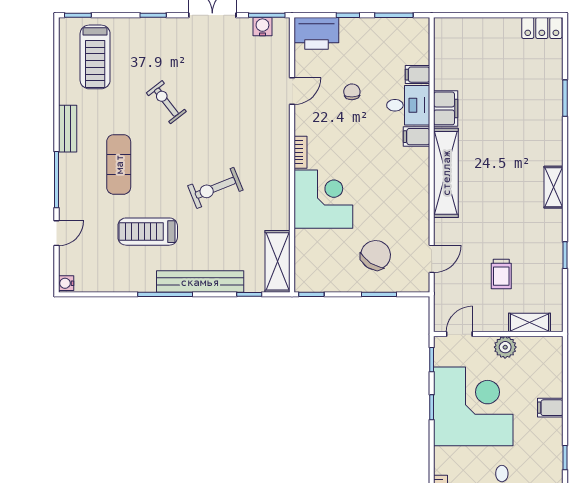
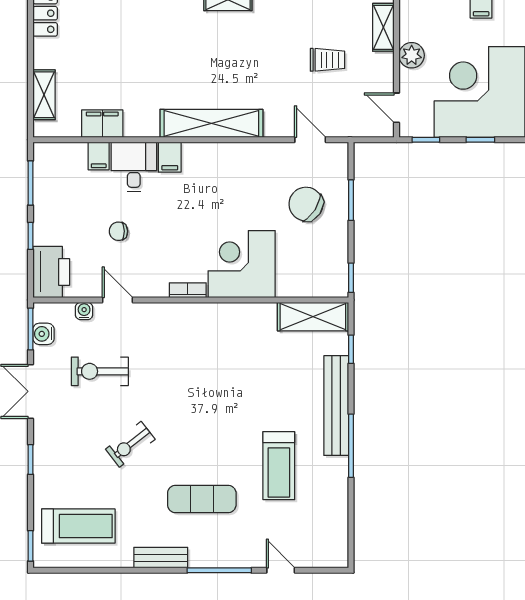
shelving: (471, 27) -> (44, 95), added
filing cabinet: (446, 108) -> (102, 124), moved
exercise bike: (215, 188) -> (100, 371), moved, turned 112
water cooler: (66, 283) -> (84, 311), moved, turned 180

